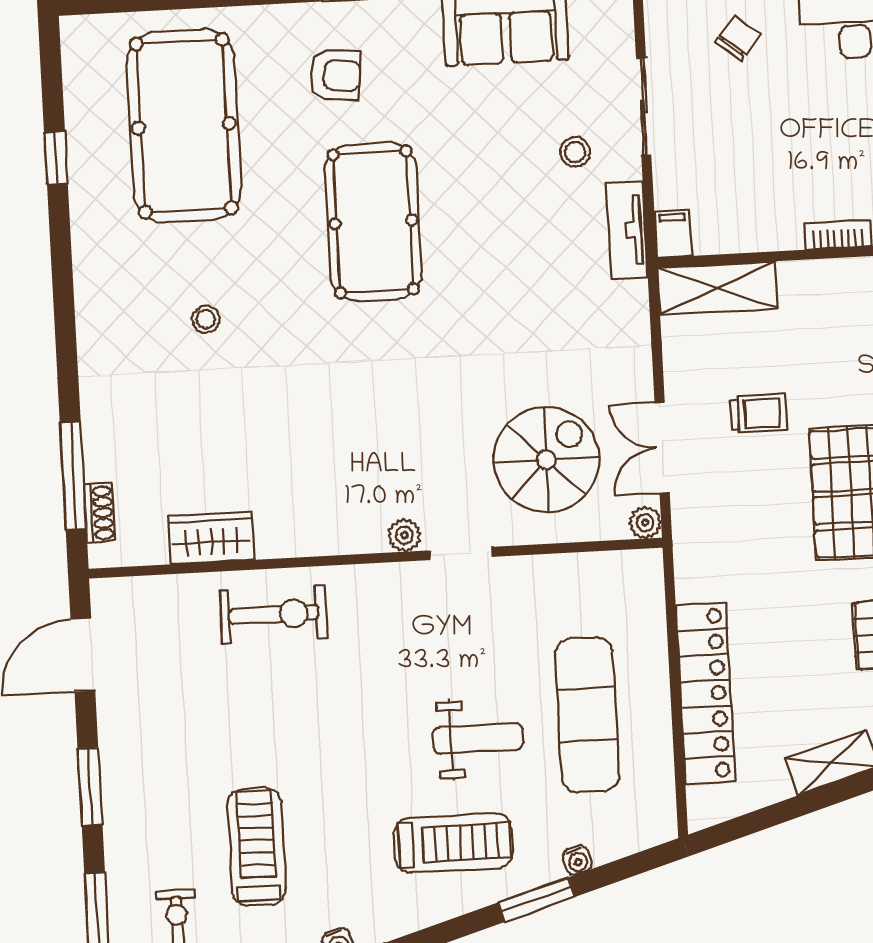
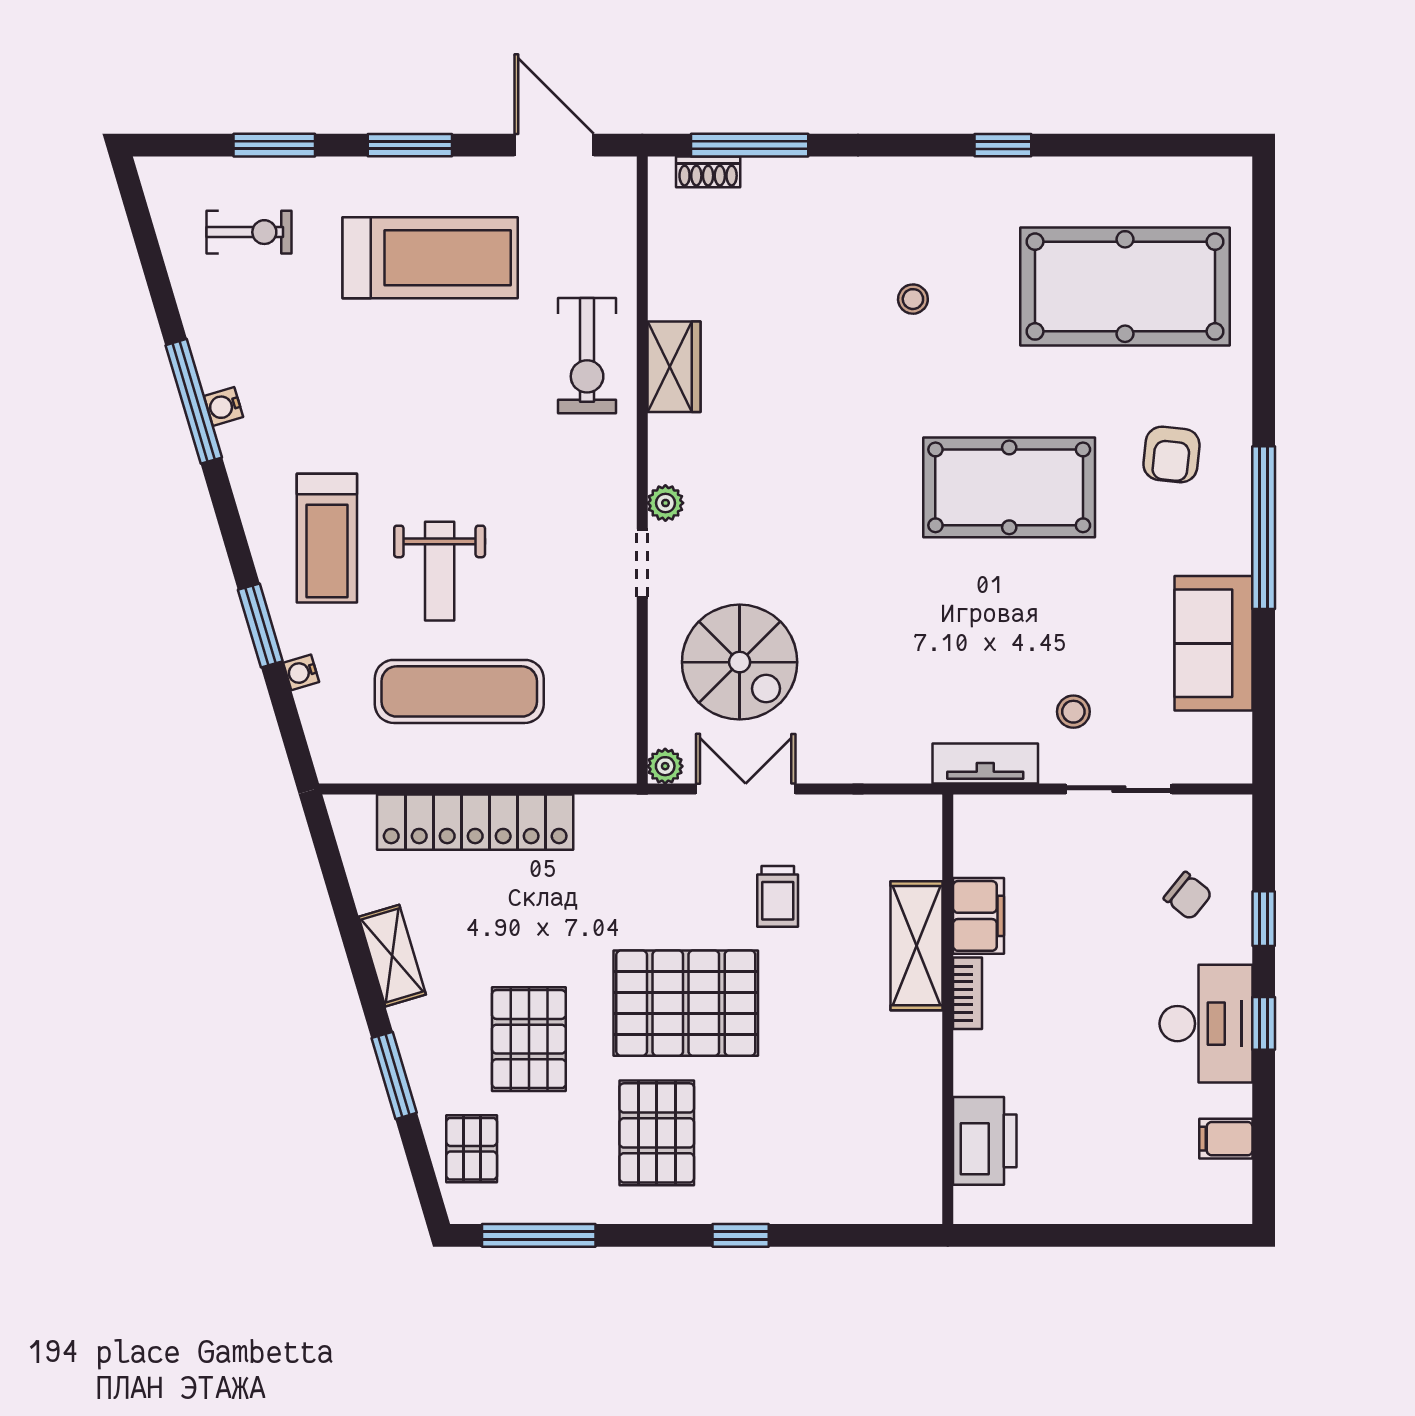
window: (56, 158) -> (1003, 145), moved
filing cabinet: (673, 234) -> (978, 916), moved, width x2.00
shelving: (718, 288) -> (917, 946), moved
wardrobe: (211, 538) -> (674, 367), moved
treadmill: (257, 847) -> (430, 258), moved, width x1.37, depth x1.38

